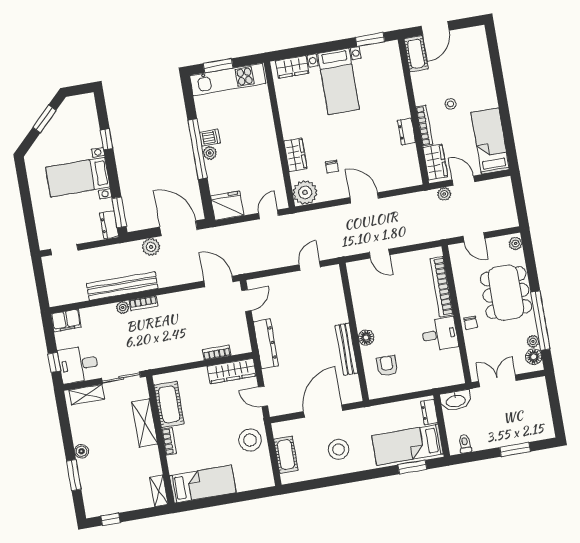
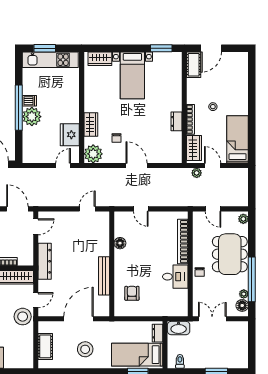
plant: (210, 153) -> (32, 117), width x1.88, depth x1.88
fridge: (227, 206) -> (70, 135), moved, turned -90
floor lamp: (366, 338) -> (120, 243), moved
door: (263, 396) -> (36, 300), swing flipped
stool: (250, 440) -> (23, 317), moved

